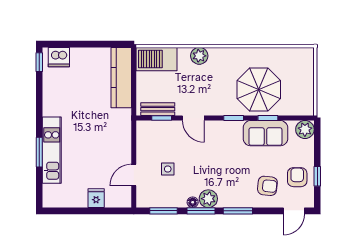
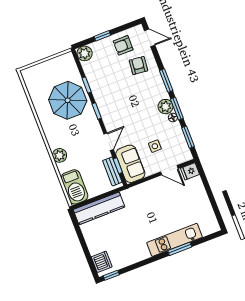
sofa: (265, 133) -> (130, 164), moved
window: (317, 176) -> (102, 36), moved
fridge: (96, 198) -> (190, 171), moved

